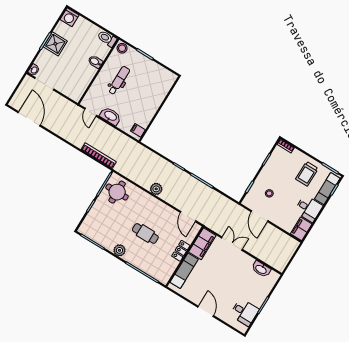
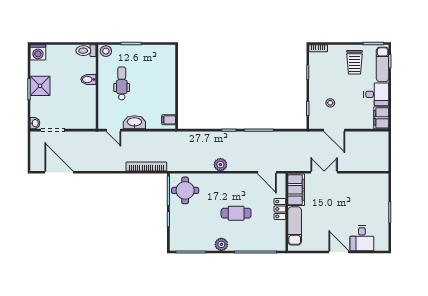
washbasin: (261, 269) -> (367, 180), removed
desk: (244, 312) -> (362, 238), moved, turned 90

